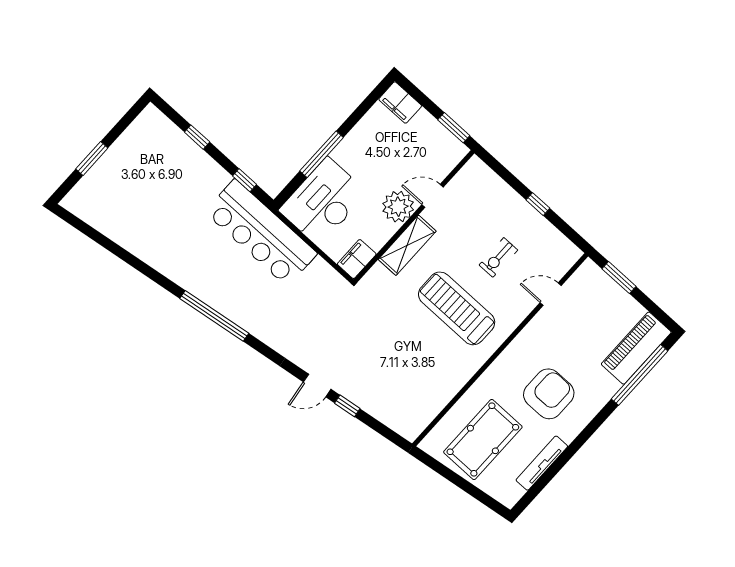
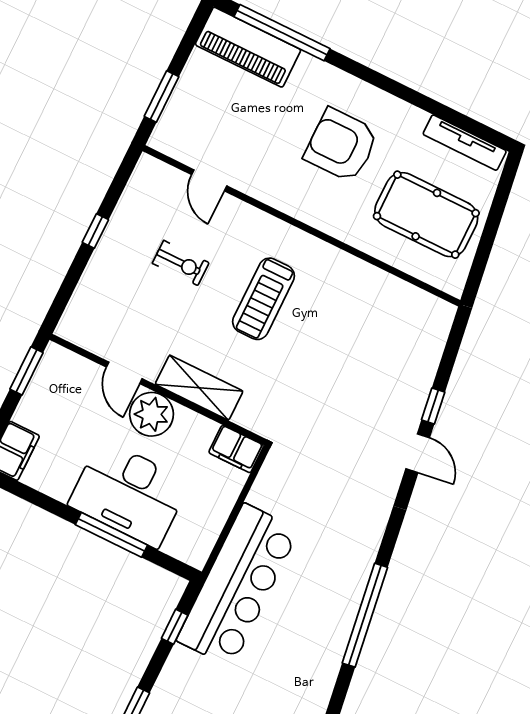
desk: (323, 201) -> (129, 493), moved
treadmill: (457, 308) -> (264, 299), width x0.73, depth x0.73
tv unit: (542, 463) -> (465, 143), moved

